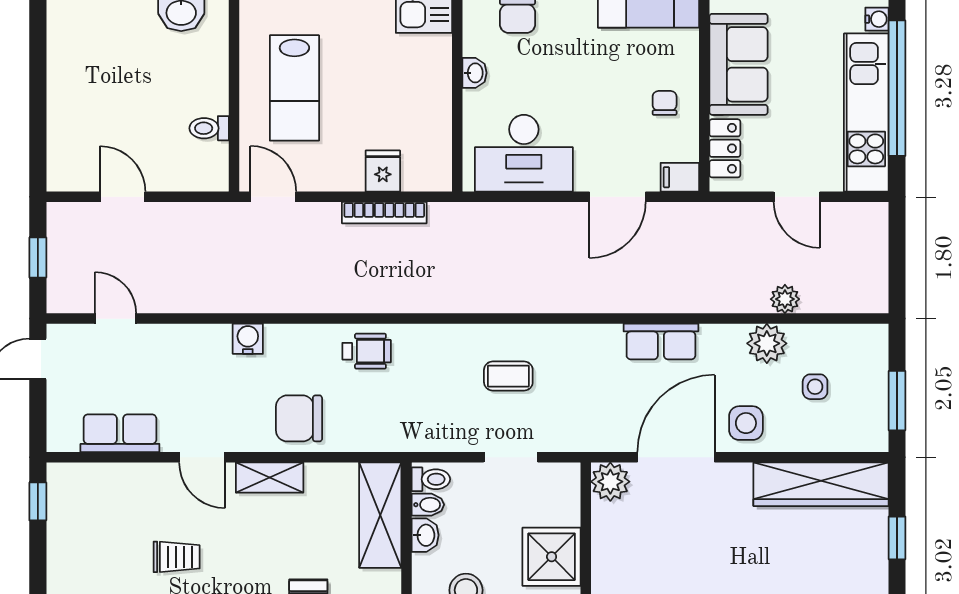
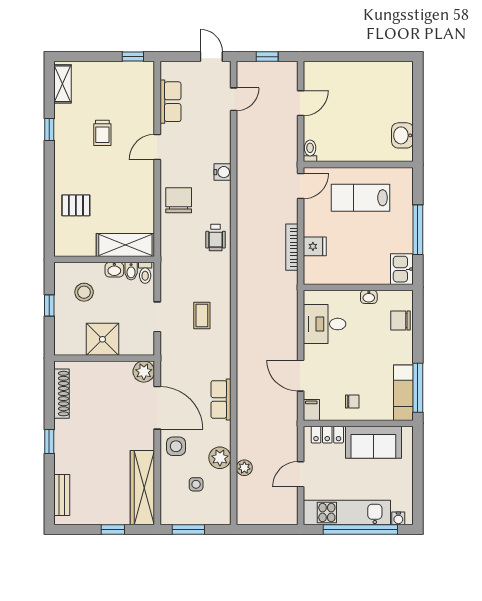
toilet: (209, 128) -> (310, 151), moved
desk: (524, 153) -> (325, 324), width x0.73
shelving: (270, 477) -> (146, 184), removed

